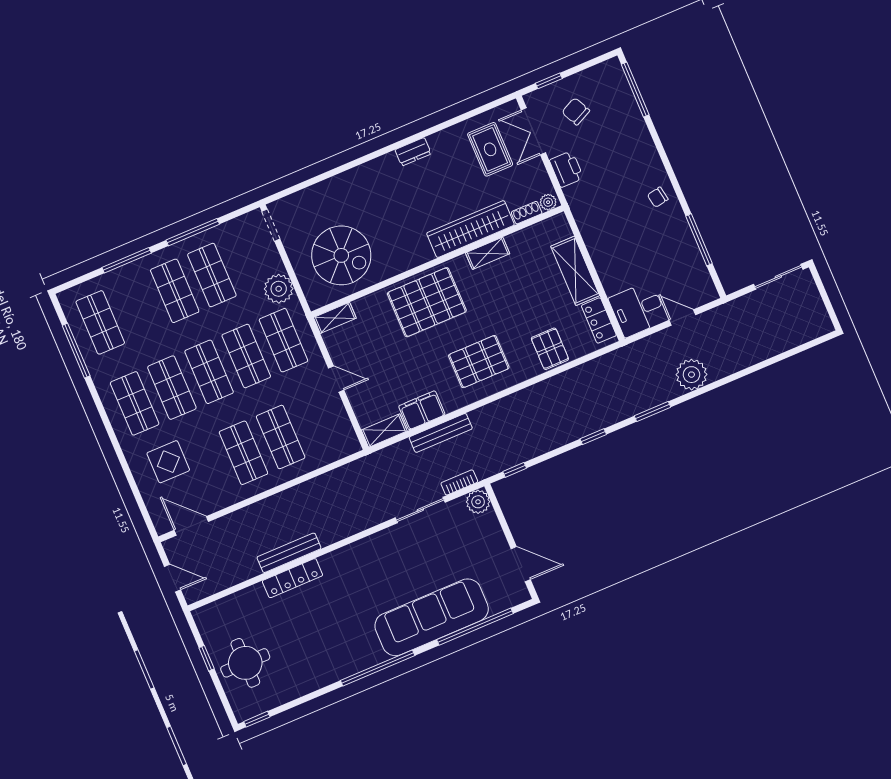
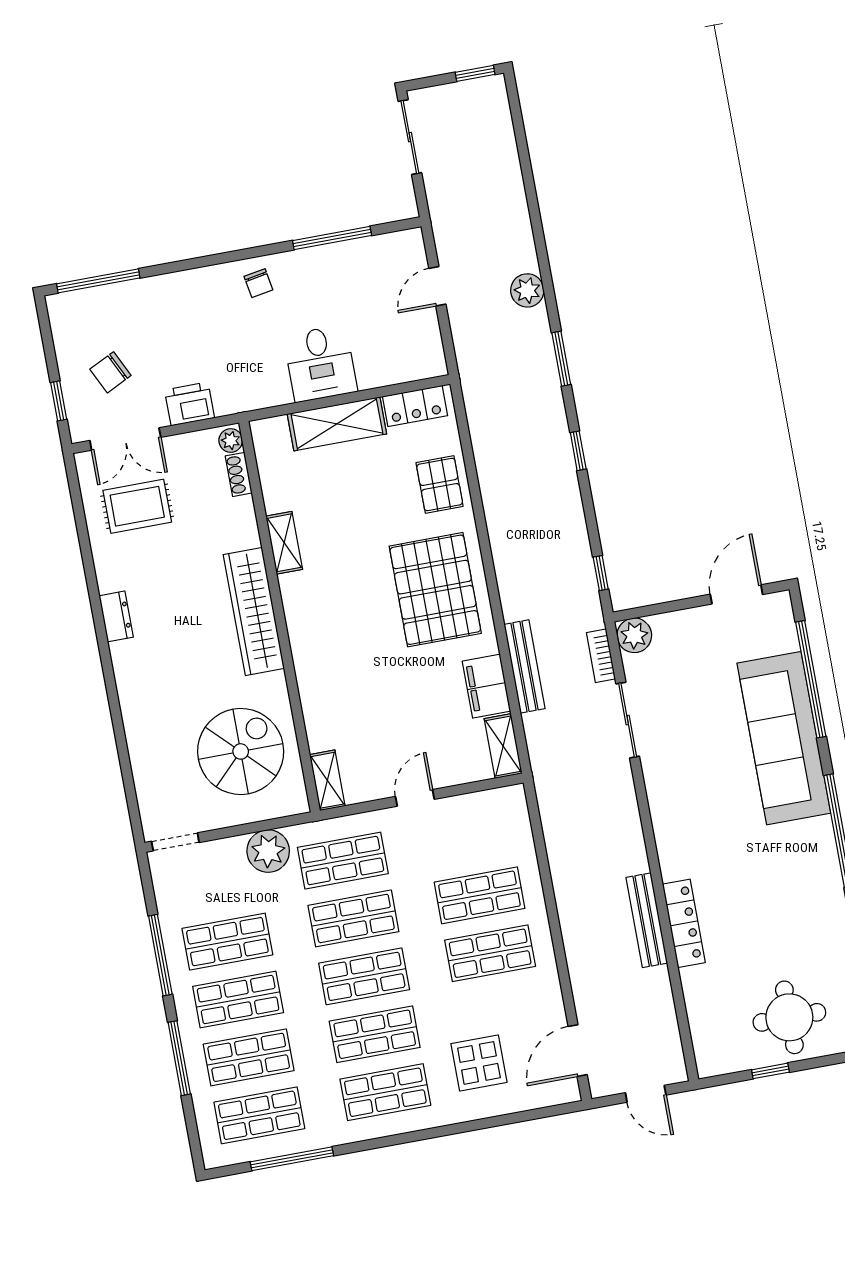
wardrobe: (470, 229) -> (254, 611), moved
pallet: (427, 302) -> (334, 645), removed
shop shelf: (137, 307) -> (249, 1057), added
desk: (638, 309) -> (320, 363), moved
window: (831, 311) -> (475, 73), added
pallet: (550, 349) -> (440, 485), turned 90
pallet: (479, 362) -> (435, 590), width x1.37, depth x1.41
plant: (691, 375) -> (527, 290), width x0.73, depth x0.73
door: (173, 578) -> (646, 1094), swing flipped

